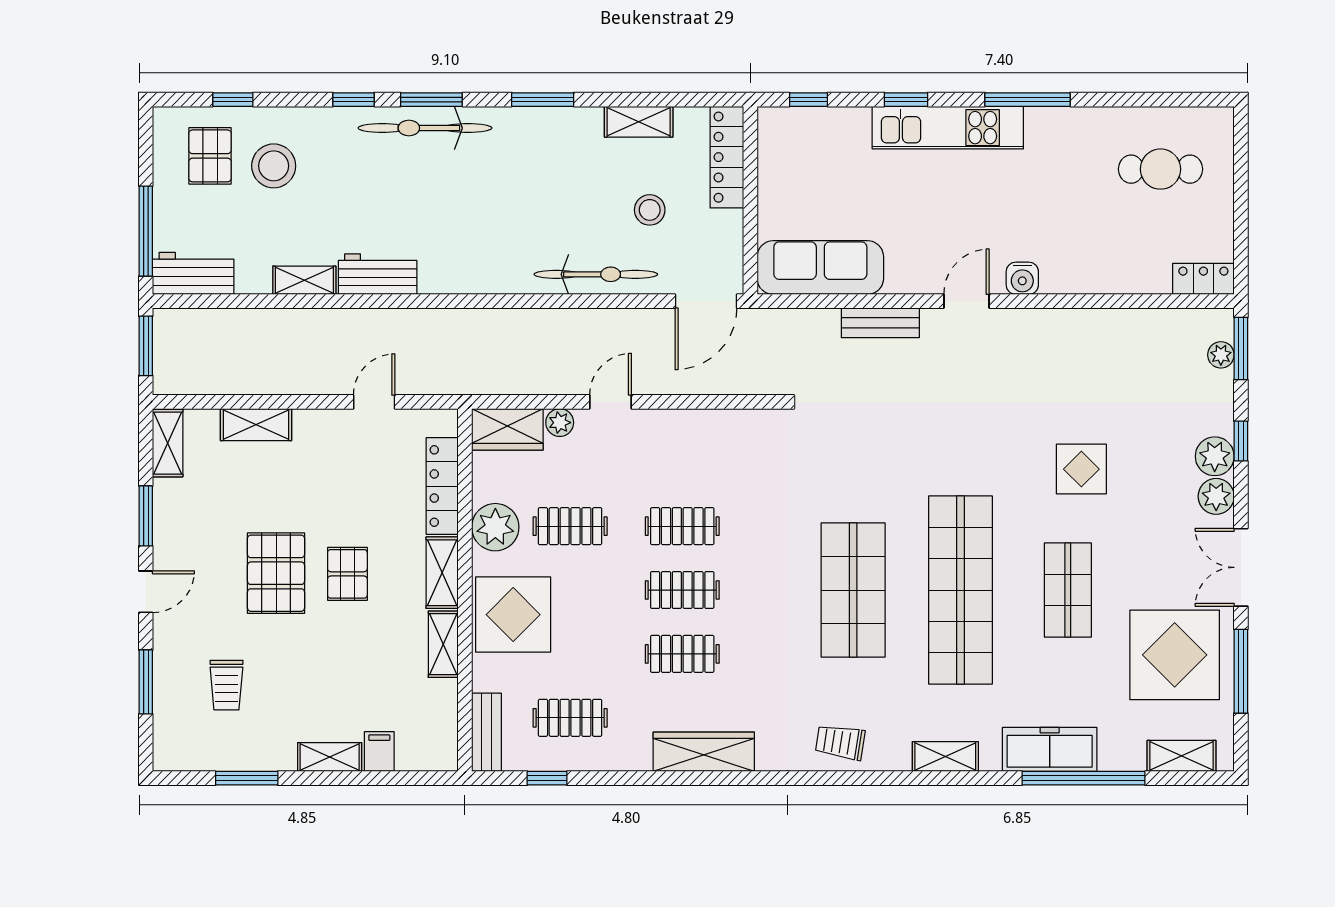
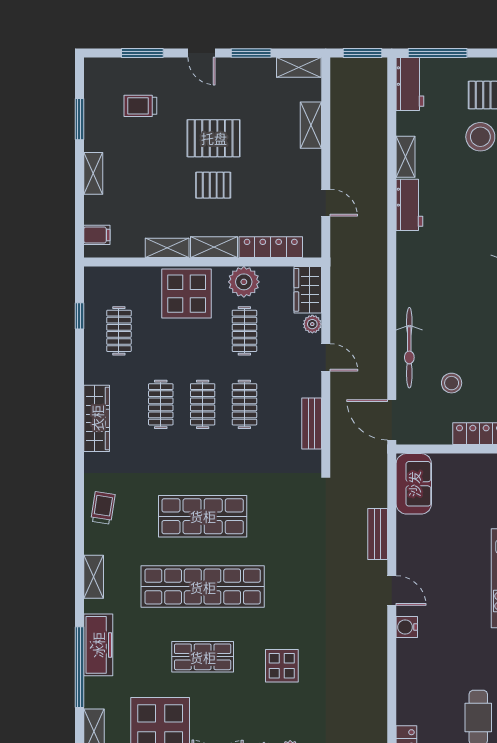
sofa: (820, 268) -> (414, 484), width x0.73
bench: (487, 732) -> (312, 423), moved, turned 90
filing cabinet: (379, 752) -> (97, 235), moved

